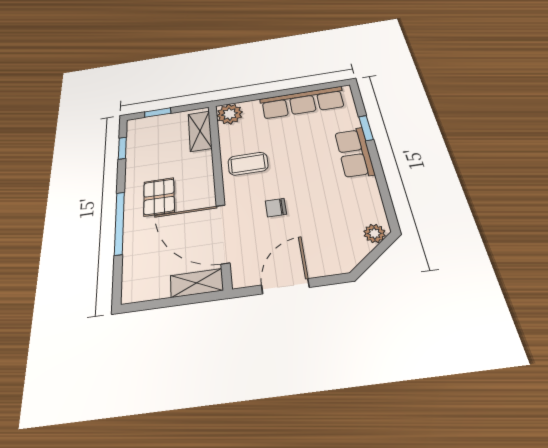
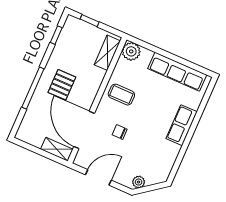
window: (366, 128) -> (199, 114), removed
plant: (374, 233) -> (139, 182), moved

